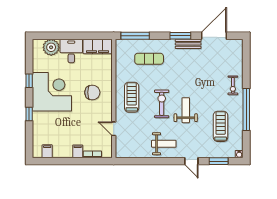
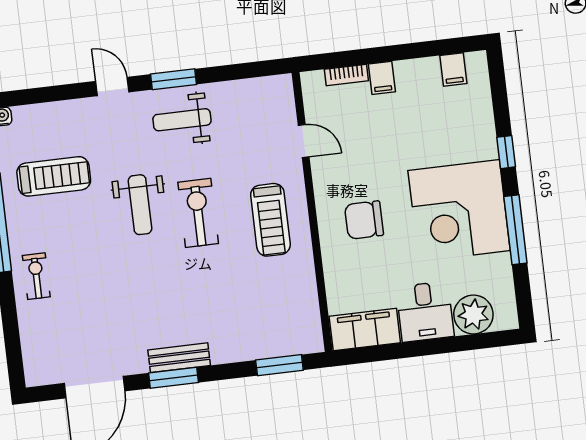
window: (135, 36) -> (279, 365), width x0.69
bench: (188, 44) -> (179, 358), moved
exercise mat: (149, 59) -> (240, 315), removed
window: (29, 81) -> (515, 230), width x2.17
exercise bike: (162, 104) -> (198, 213), turned 180
treadmill: (221, 126) -> (54, 176), turned -90
window: (219, 161) -> (173, 79), moved

